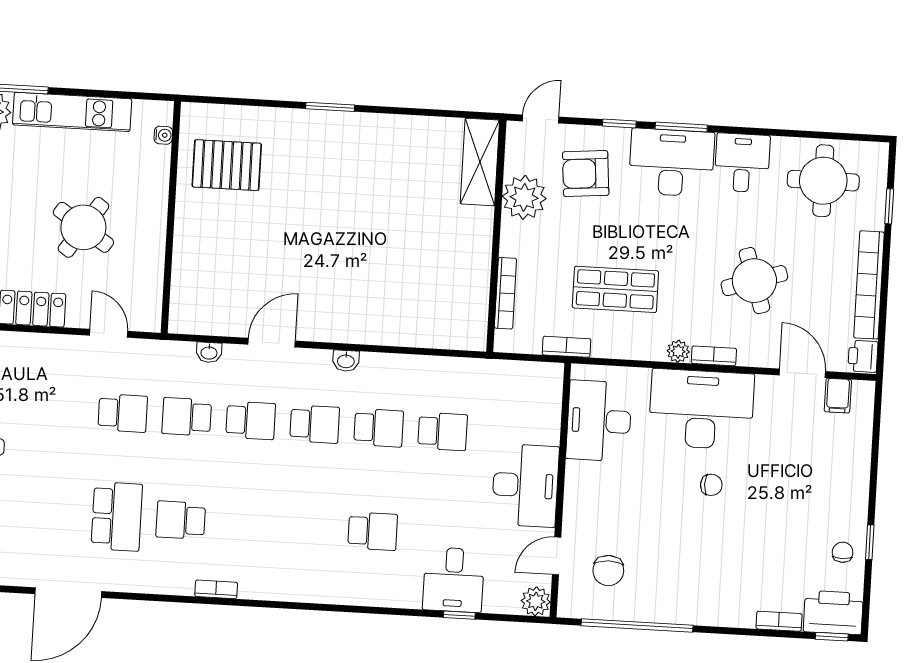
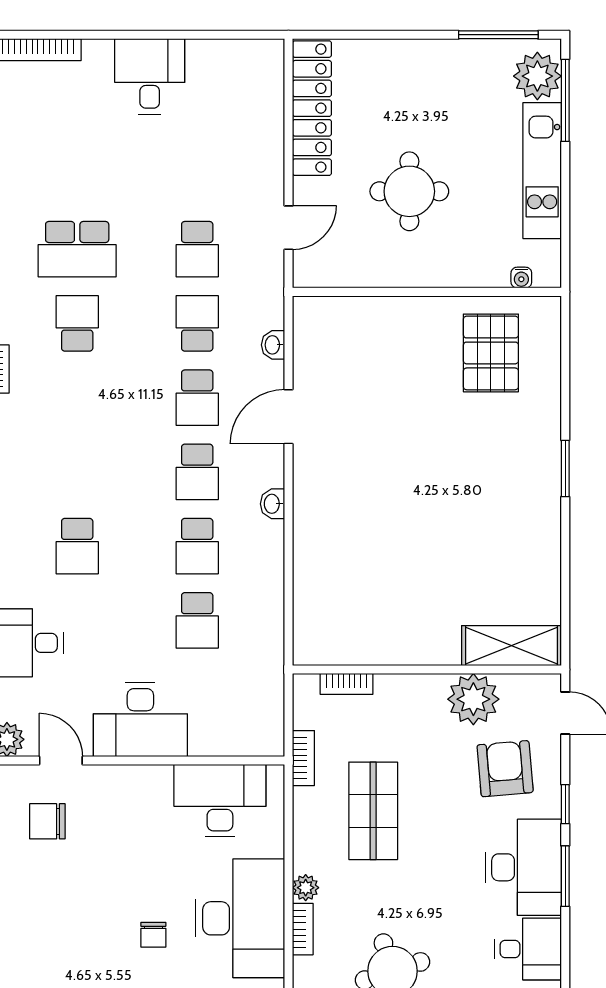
round table: (83, 227) -> (409, 191), turned -34
bookcase: (505, 293) -> (346, 684), width x0.64
door: (272, 343) -> (289, 417), swing flipped

